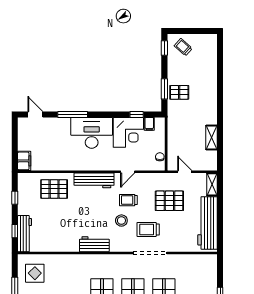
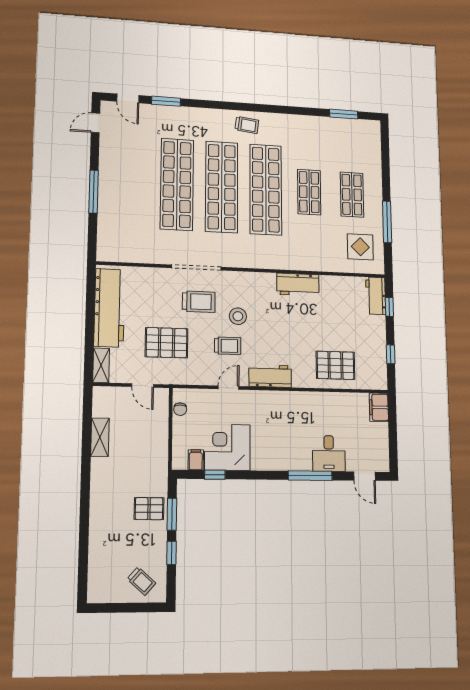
window: (164, 48) -> (171, 553), moved
desk: (92, 133) -> (329, 453), moved, width x0.53, depth x0.77
workbench: (94, 180) -> (270, 376), width x0.73
workbench: (25, 234) -> (376, 296), width x0.73
workbench: (94, 244) -> (298, 285), moved

